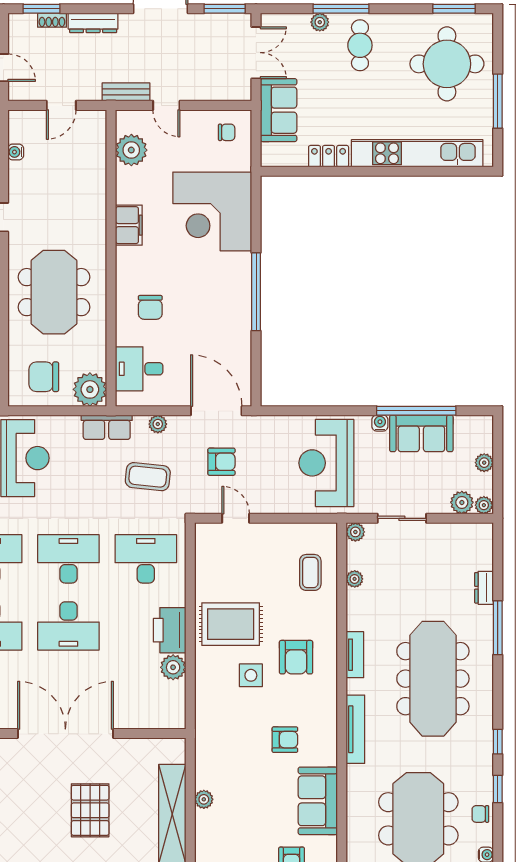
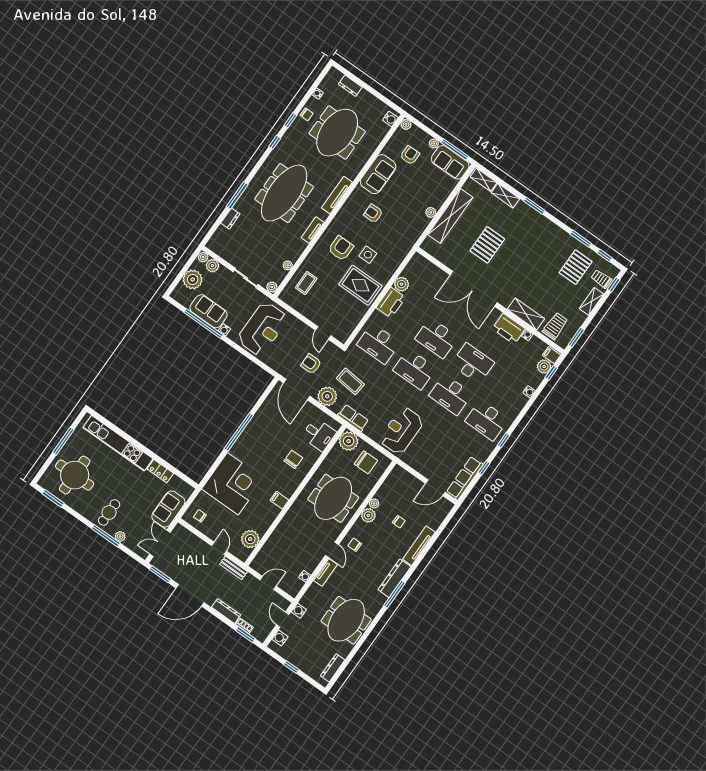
filing cabinet: (129, 225) -> (279, 500), width x0.50
plant: (158, 424) -> (327, 396), width x1.88, depth x1.88
plant: (484, 463) -> (193, 279), width x1.88, depth x1.88
desk: (68, 626) -> (437, 338), turned 180

